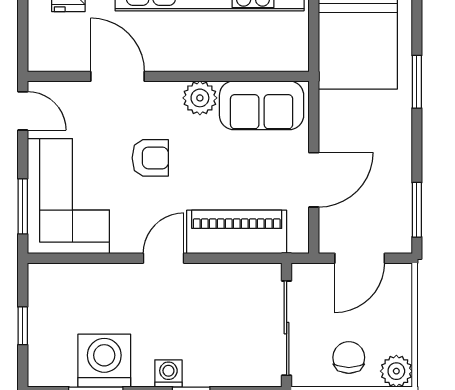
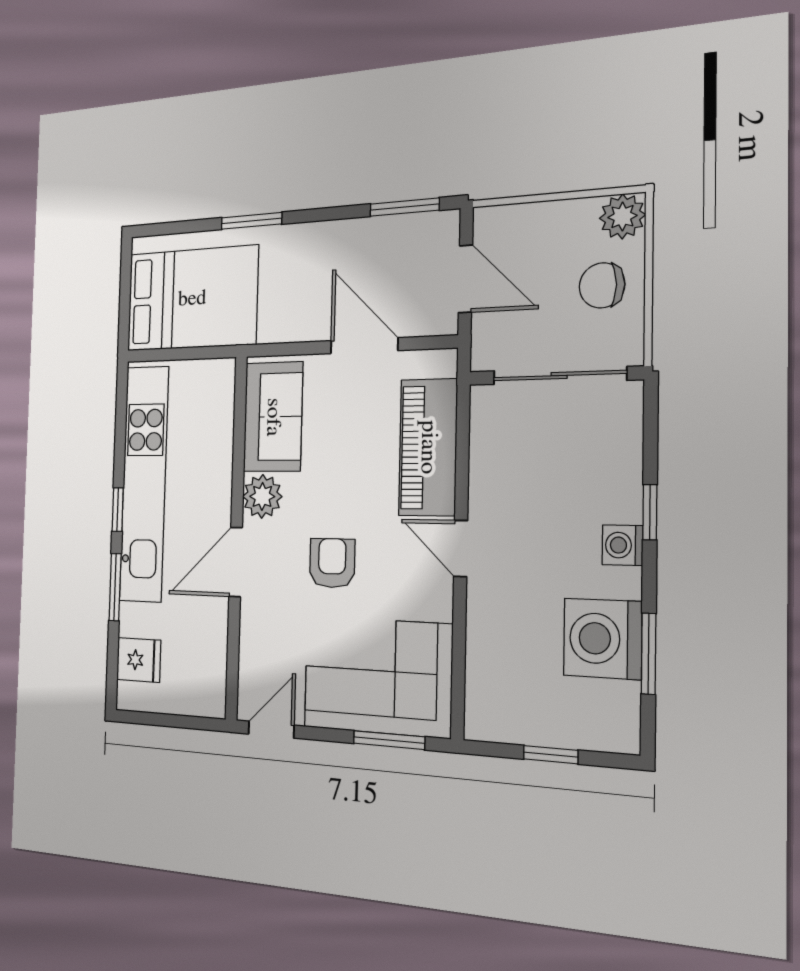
door: (118, 76) -> (236, 562), moved

